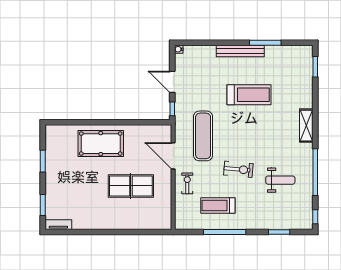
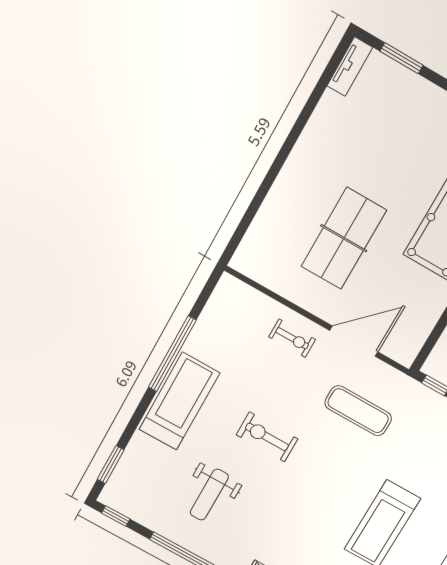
exercise mat: (203, 136) -> (358, 411), width x0.73, depth x0.69
exercise bike: (238, 169) -> (267, 437), turned 85
treadmill: (218, 206) -> (179, 401), moved, width x1.37, depth x1.38
window: (279, 232) -> (111, 465), moved

